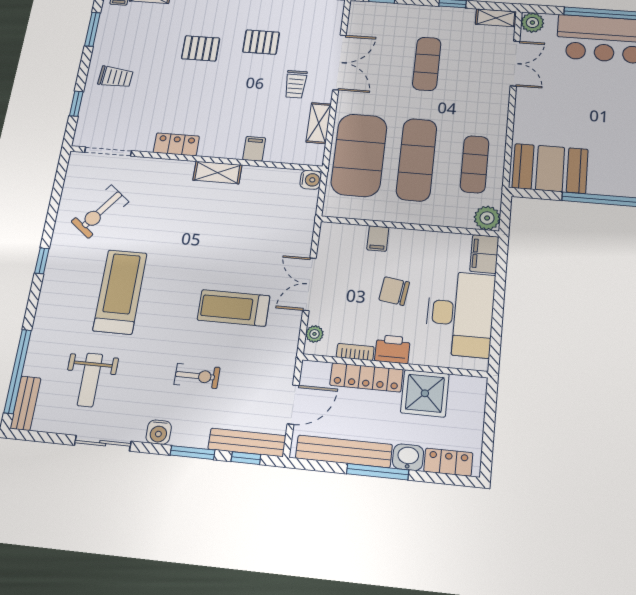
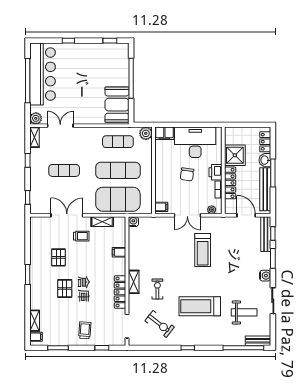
locker: (176, 144) -> (120, 292), width x1.53
shelving: (217, 173) -> (134, 282), moved
filing cabinet: (378, 239) -> (161, 207), moved
exercise bike: (197, 376) -> (157, 289), moved

